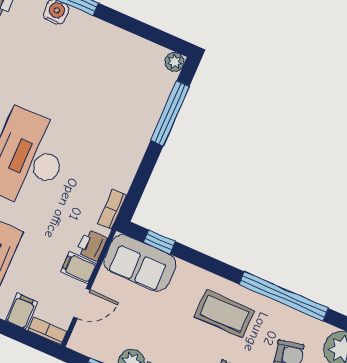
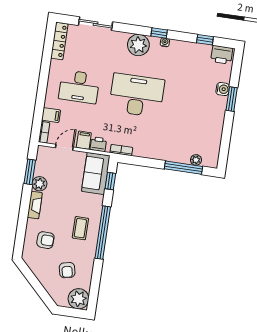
plant: (175, 62) -> (196, 160), moved
window: (284, 296) -> (103, 233), moved
door: (82, 304) -> (64, 147), swing flipped
coffee table: (224, 314) -> (80, 228), width x0.73, depth x0.77

